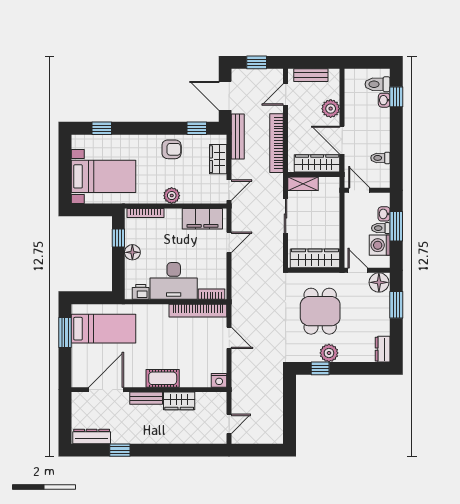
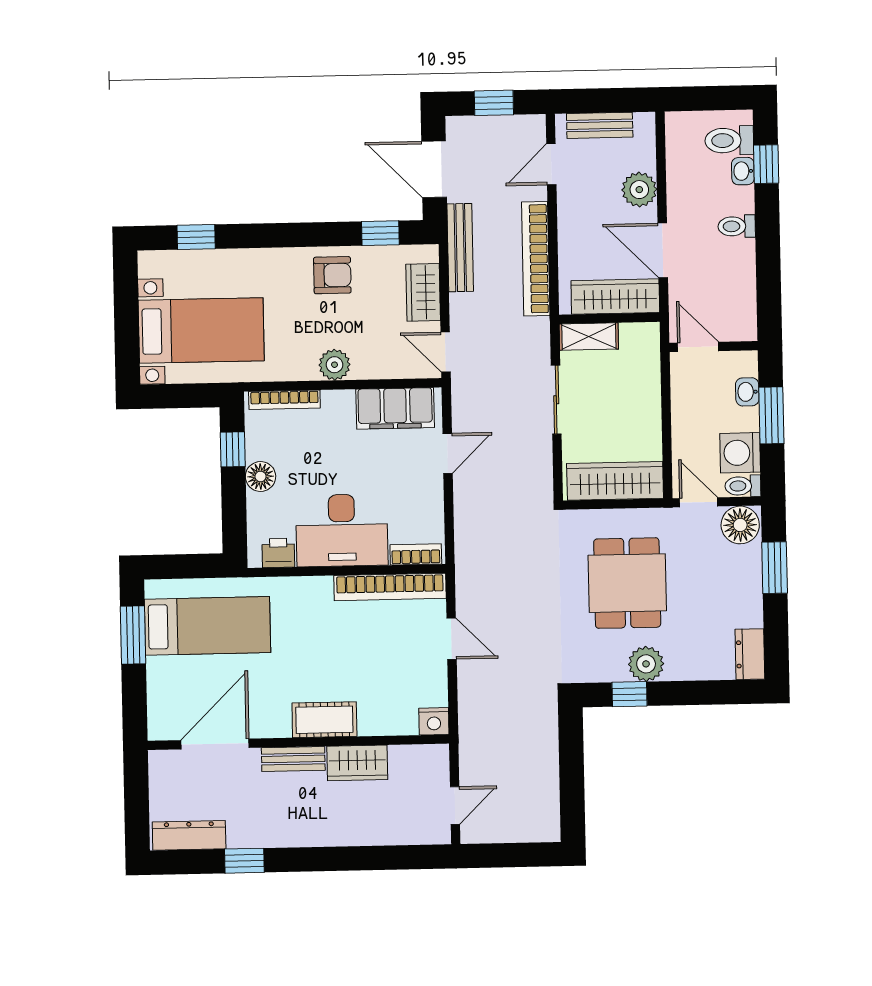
toilet: (380, 158) -> (737, 226), moved
door: (229, 190) -> (446, 352), swing flipped
toilet: (381, 228) -> (743, 486), moved

